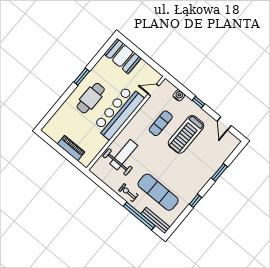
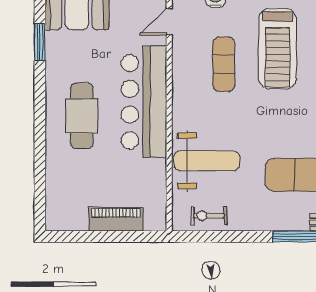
window: (82, 77) -> (40, 42), moved
weight bench: (124, 155) -> (207, 161), turned 90
exercise bike: (128, 193) -> (209, 216), moved

